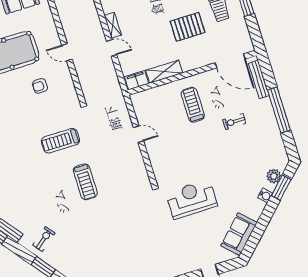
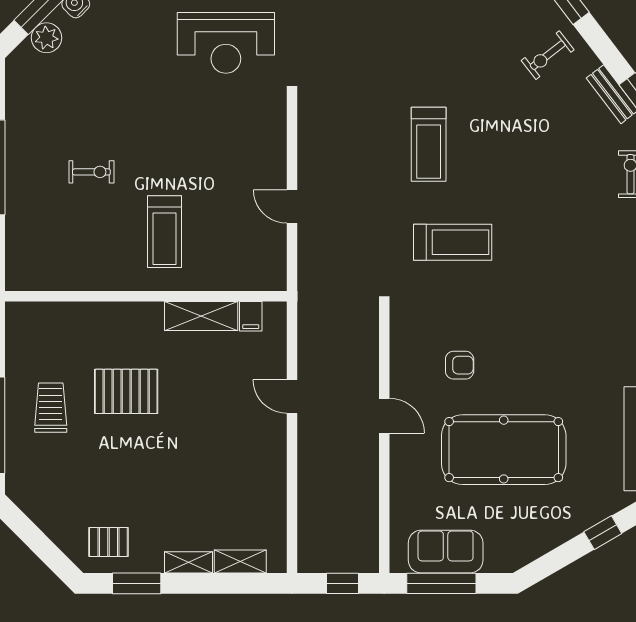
shelving: (113, 25) -> (275, 441), removed
door: (230, 61) -> (62, 296), removed
bench: (259, 79) -> (16, 241), removed
filing cabinet: (137, 80) -> (251, 316), width x0.50
treadmill: (85, 182) -> (429, 144), turned 180

